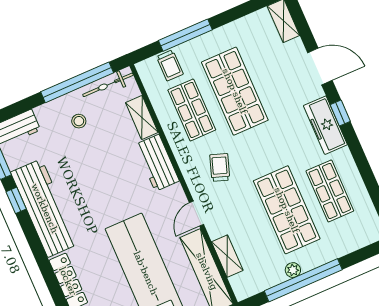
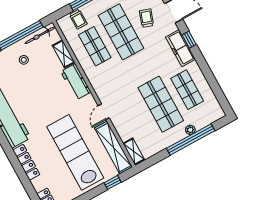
trolley: (220, 167) -> (146, 18), moved
shelving: (227, 256) -> (134, 151), moved
plant: (293, 270) -> (190, 130), moved
window: (303, 280) -> (191, 139), moved

